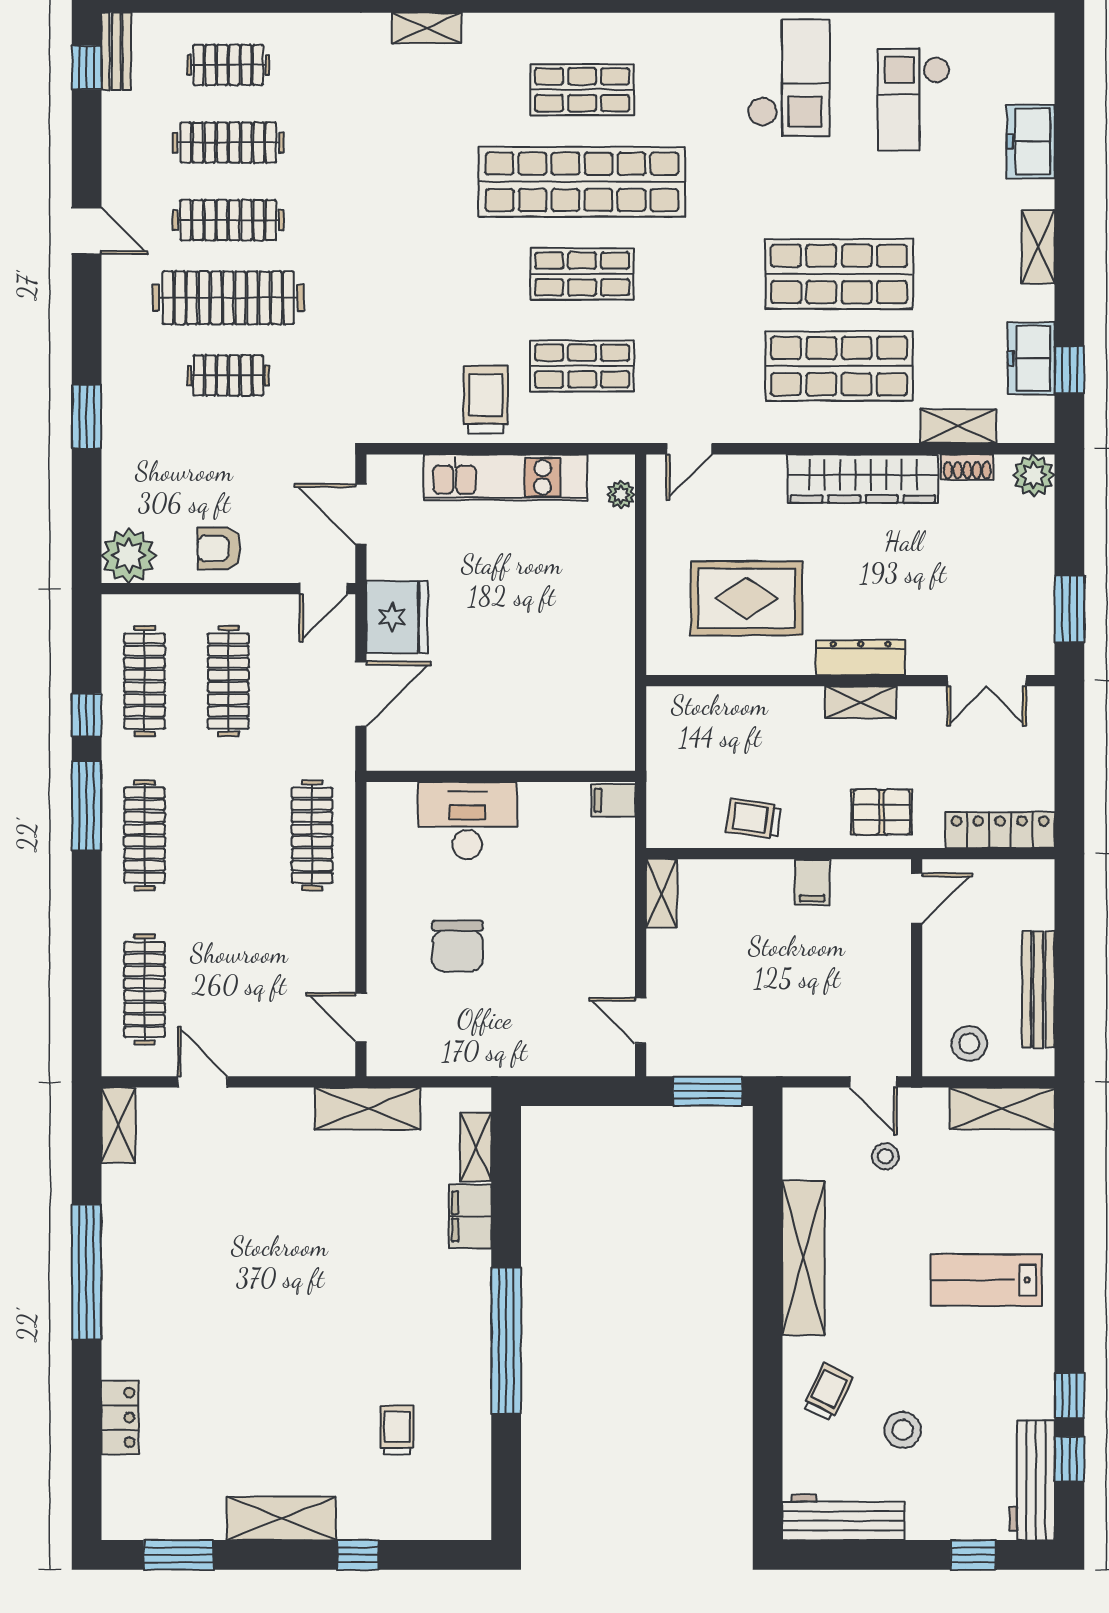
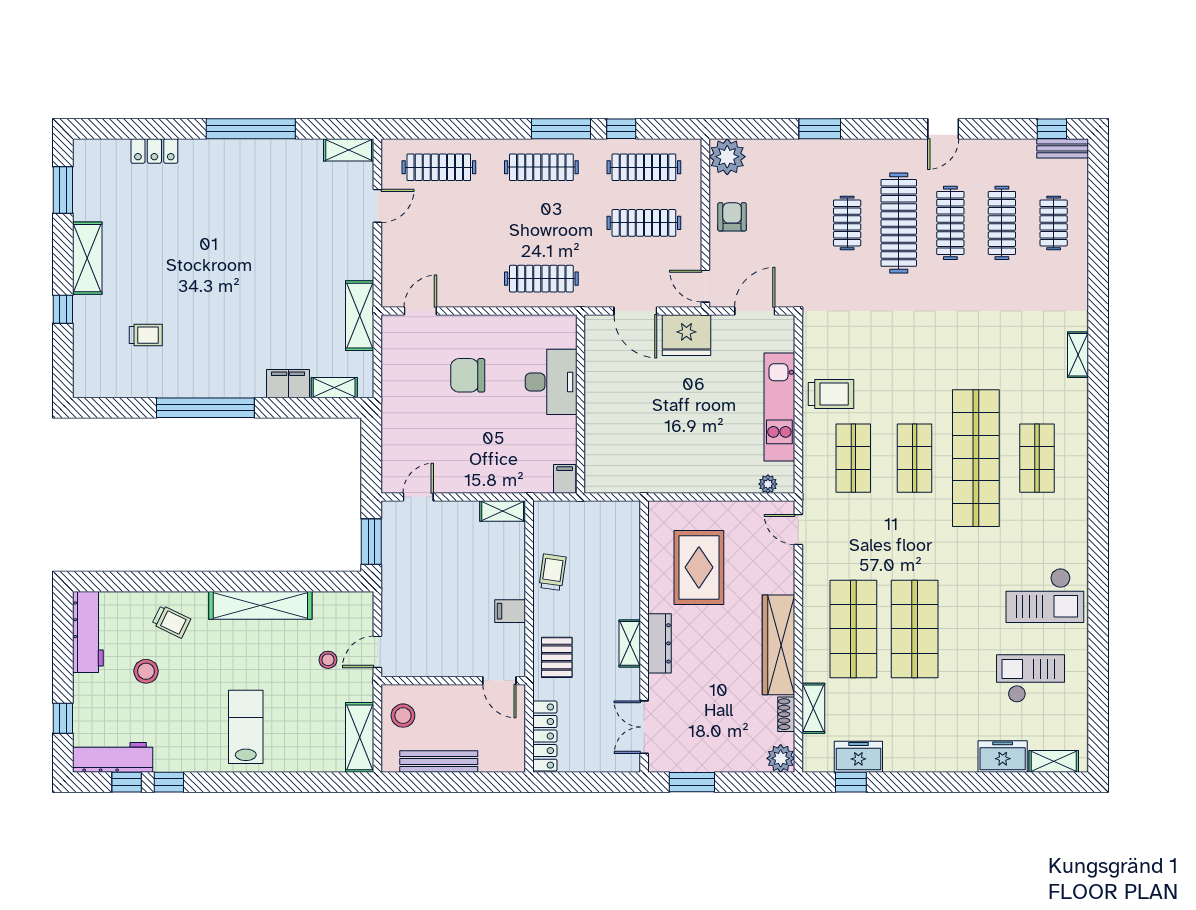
shelving: (1038, 247) -> (1054, 761), moved

